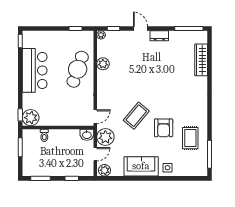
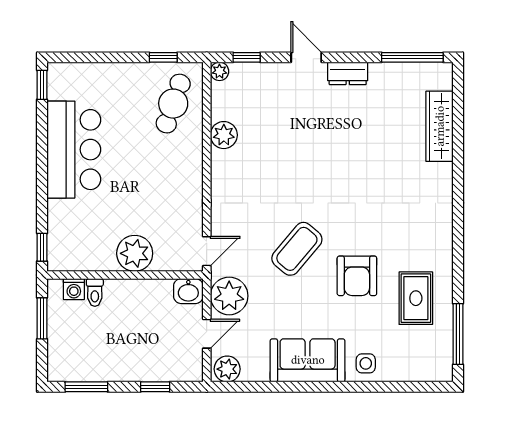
cafe table: (78, 69) -> (173, 104), moved, width x0.73, depth x0.74
plant: (31, 118) -> (135, 253), moved
washing machine: (35, 134) -> (74, 289), added

